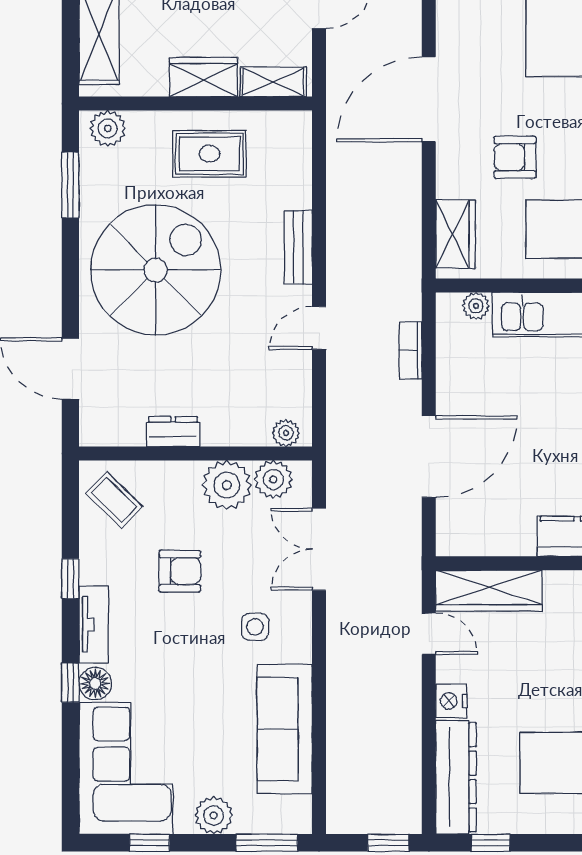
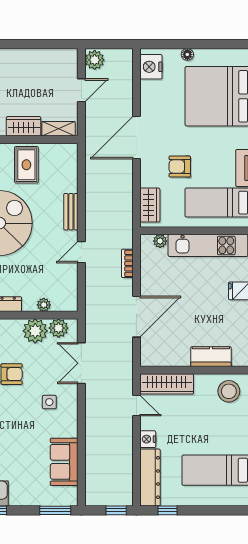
rug: (209, 154) -> (26, 165), turned 90
plant: (286, 433) -> (44, 305), moved
sofa: (285, 729) -> (64, 462), width x0.73
plant: (214, 815) -> (29, 497), removed

